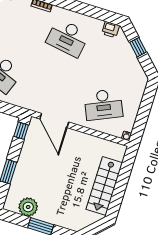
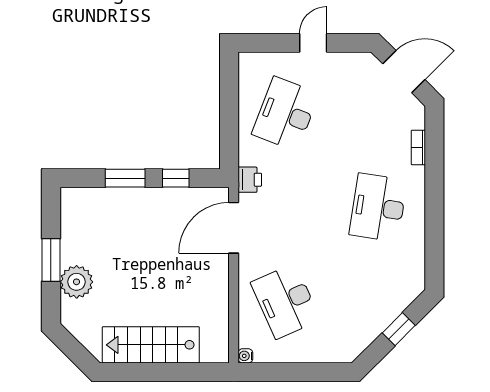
printer: (111, 30) -> (250, 180), moved, turned 180
window: (21, 131) -> (176, 178), moved
plant: (28, 207) -> (77, 282), moved

